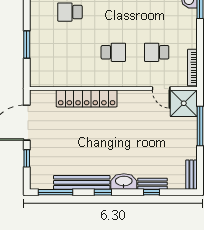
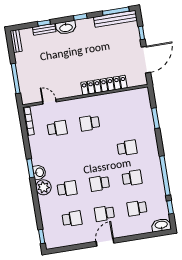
shower: (184, 103) -> (31, 93), removed
bench: (82, 182) -> (115, 19), moved

